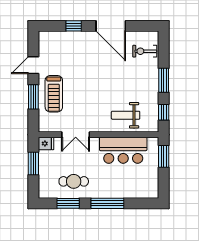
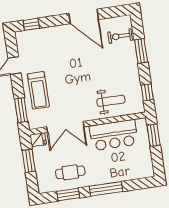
window: (74, 26) -> (31, 24), moved
window: (164, 80) -> (141, 51), moved
window: (33, 97) -> (21, 110), moved
weight bench: (126, 115) -> (111, 101), turned 180
double door: (76, 135) -> (65, 127), width x1.37

